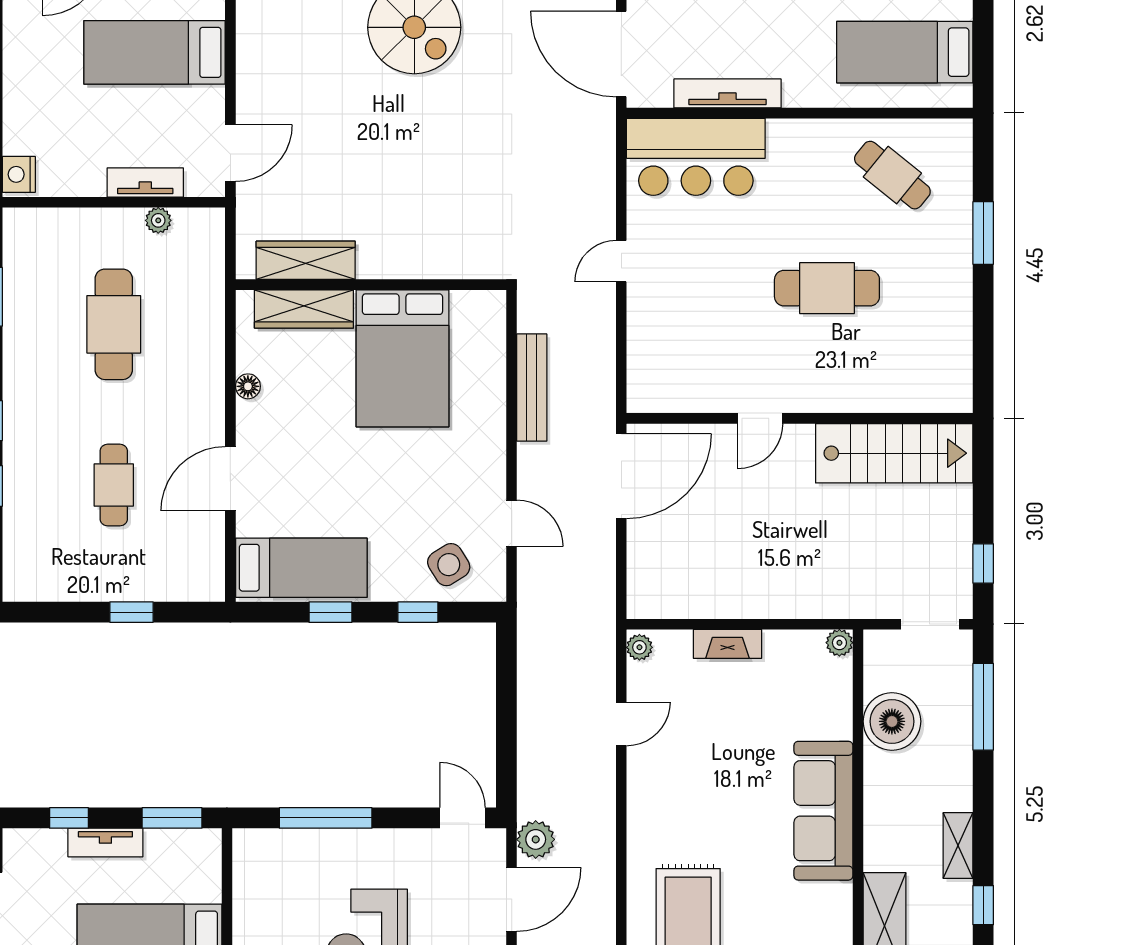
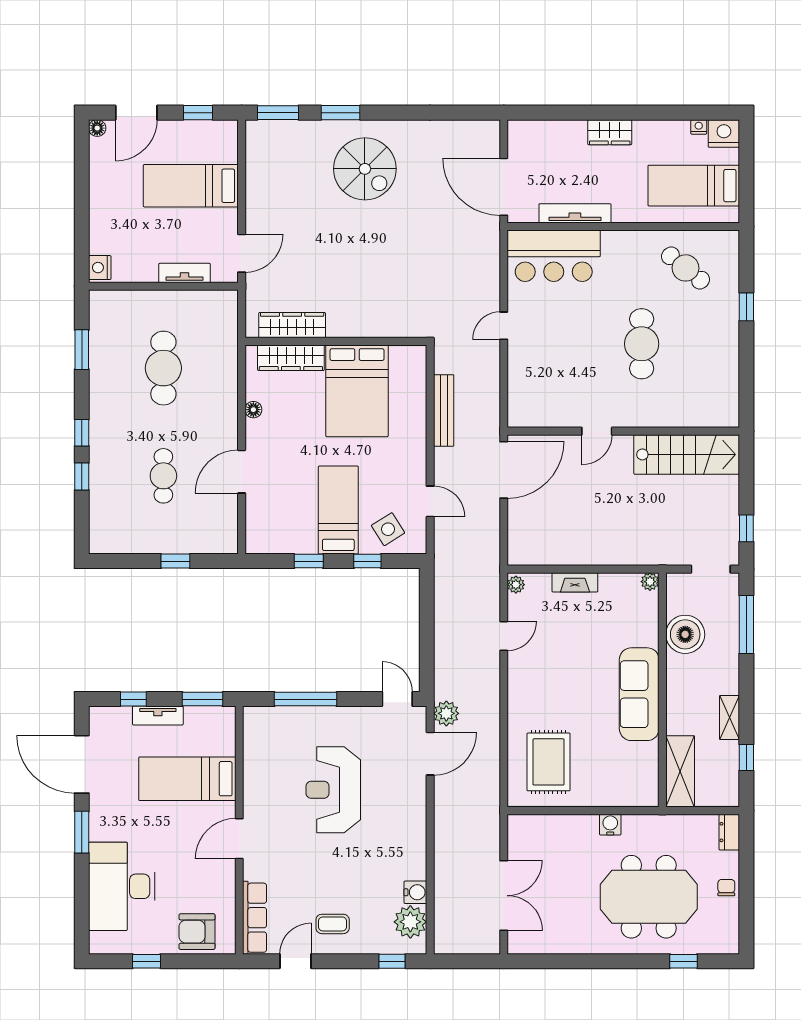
plant: (158, 220) -> (193, 298), removed
window: (983, 233) -> (746, 307), width x0.67
cafe table: (827, 288) -> (642, 344), turned 90
bed: (301, 568) -> (338, 510), moved, turned -90

